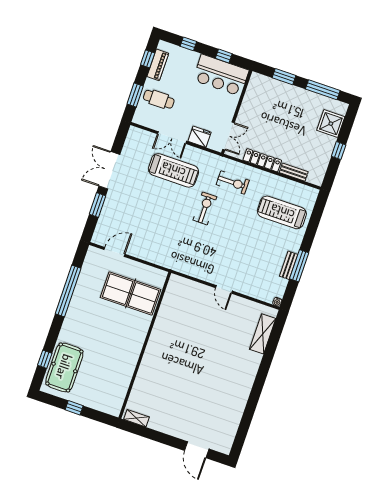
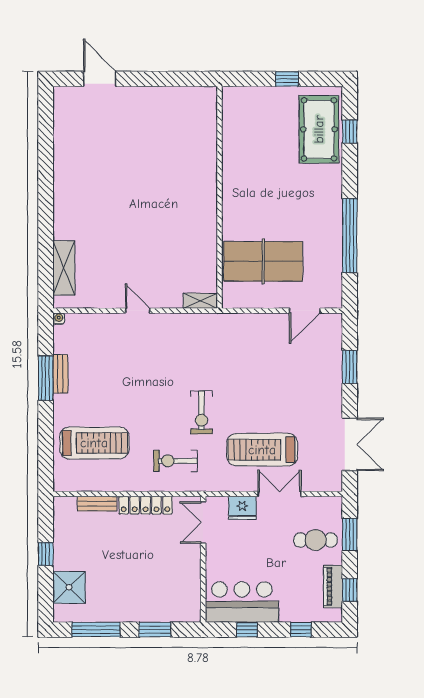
double door: (109, 170) -> (350, 444), moved
shelving: (136, 418) -> (200, 301), moved

